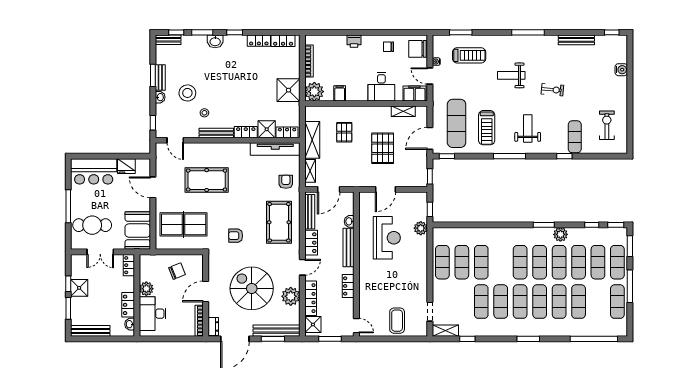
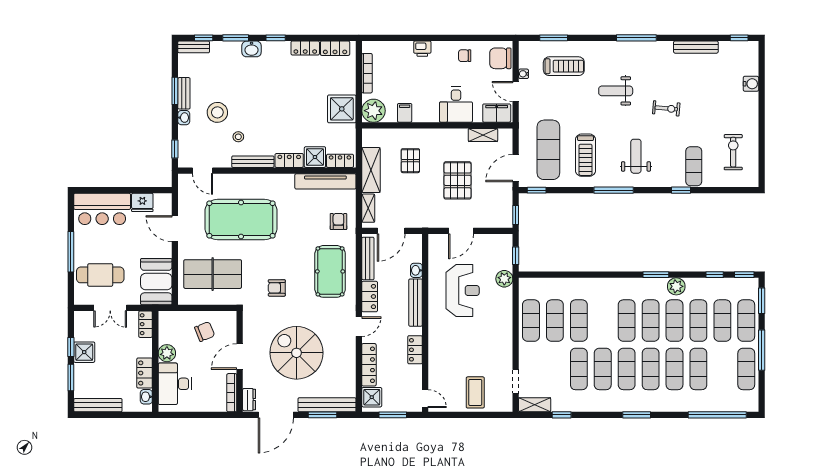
pool table: (207, 180) -> (241, 219), width x1.36, depth x1.32
plant: (291, 296) -> (345, 362), removed

